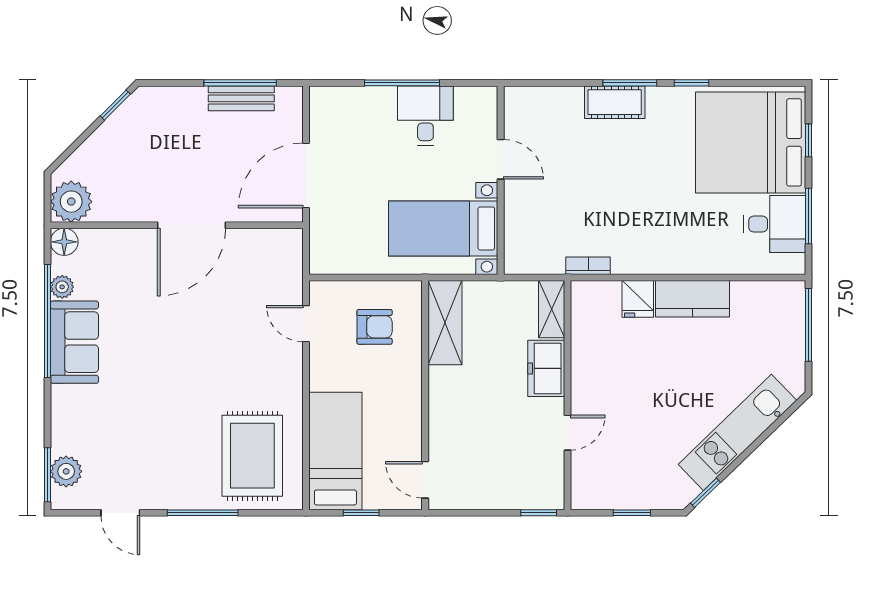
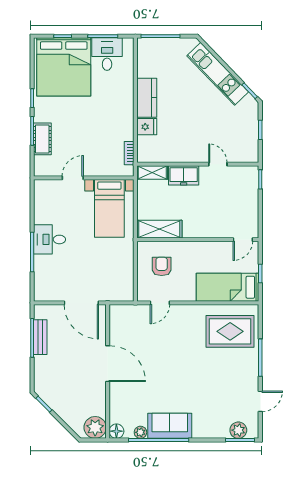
door: (501, 159) -> (73, 178), moved
wall: (501, 180) -> (84, 178), moved
bed with nightstands: (443, 228) -> (109, 208), moved

